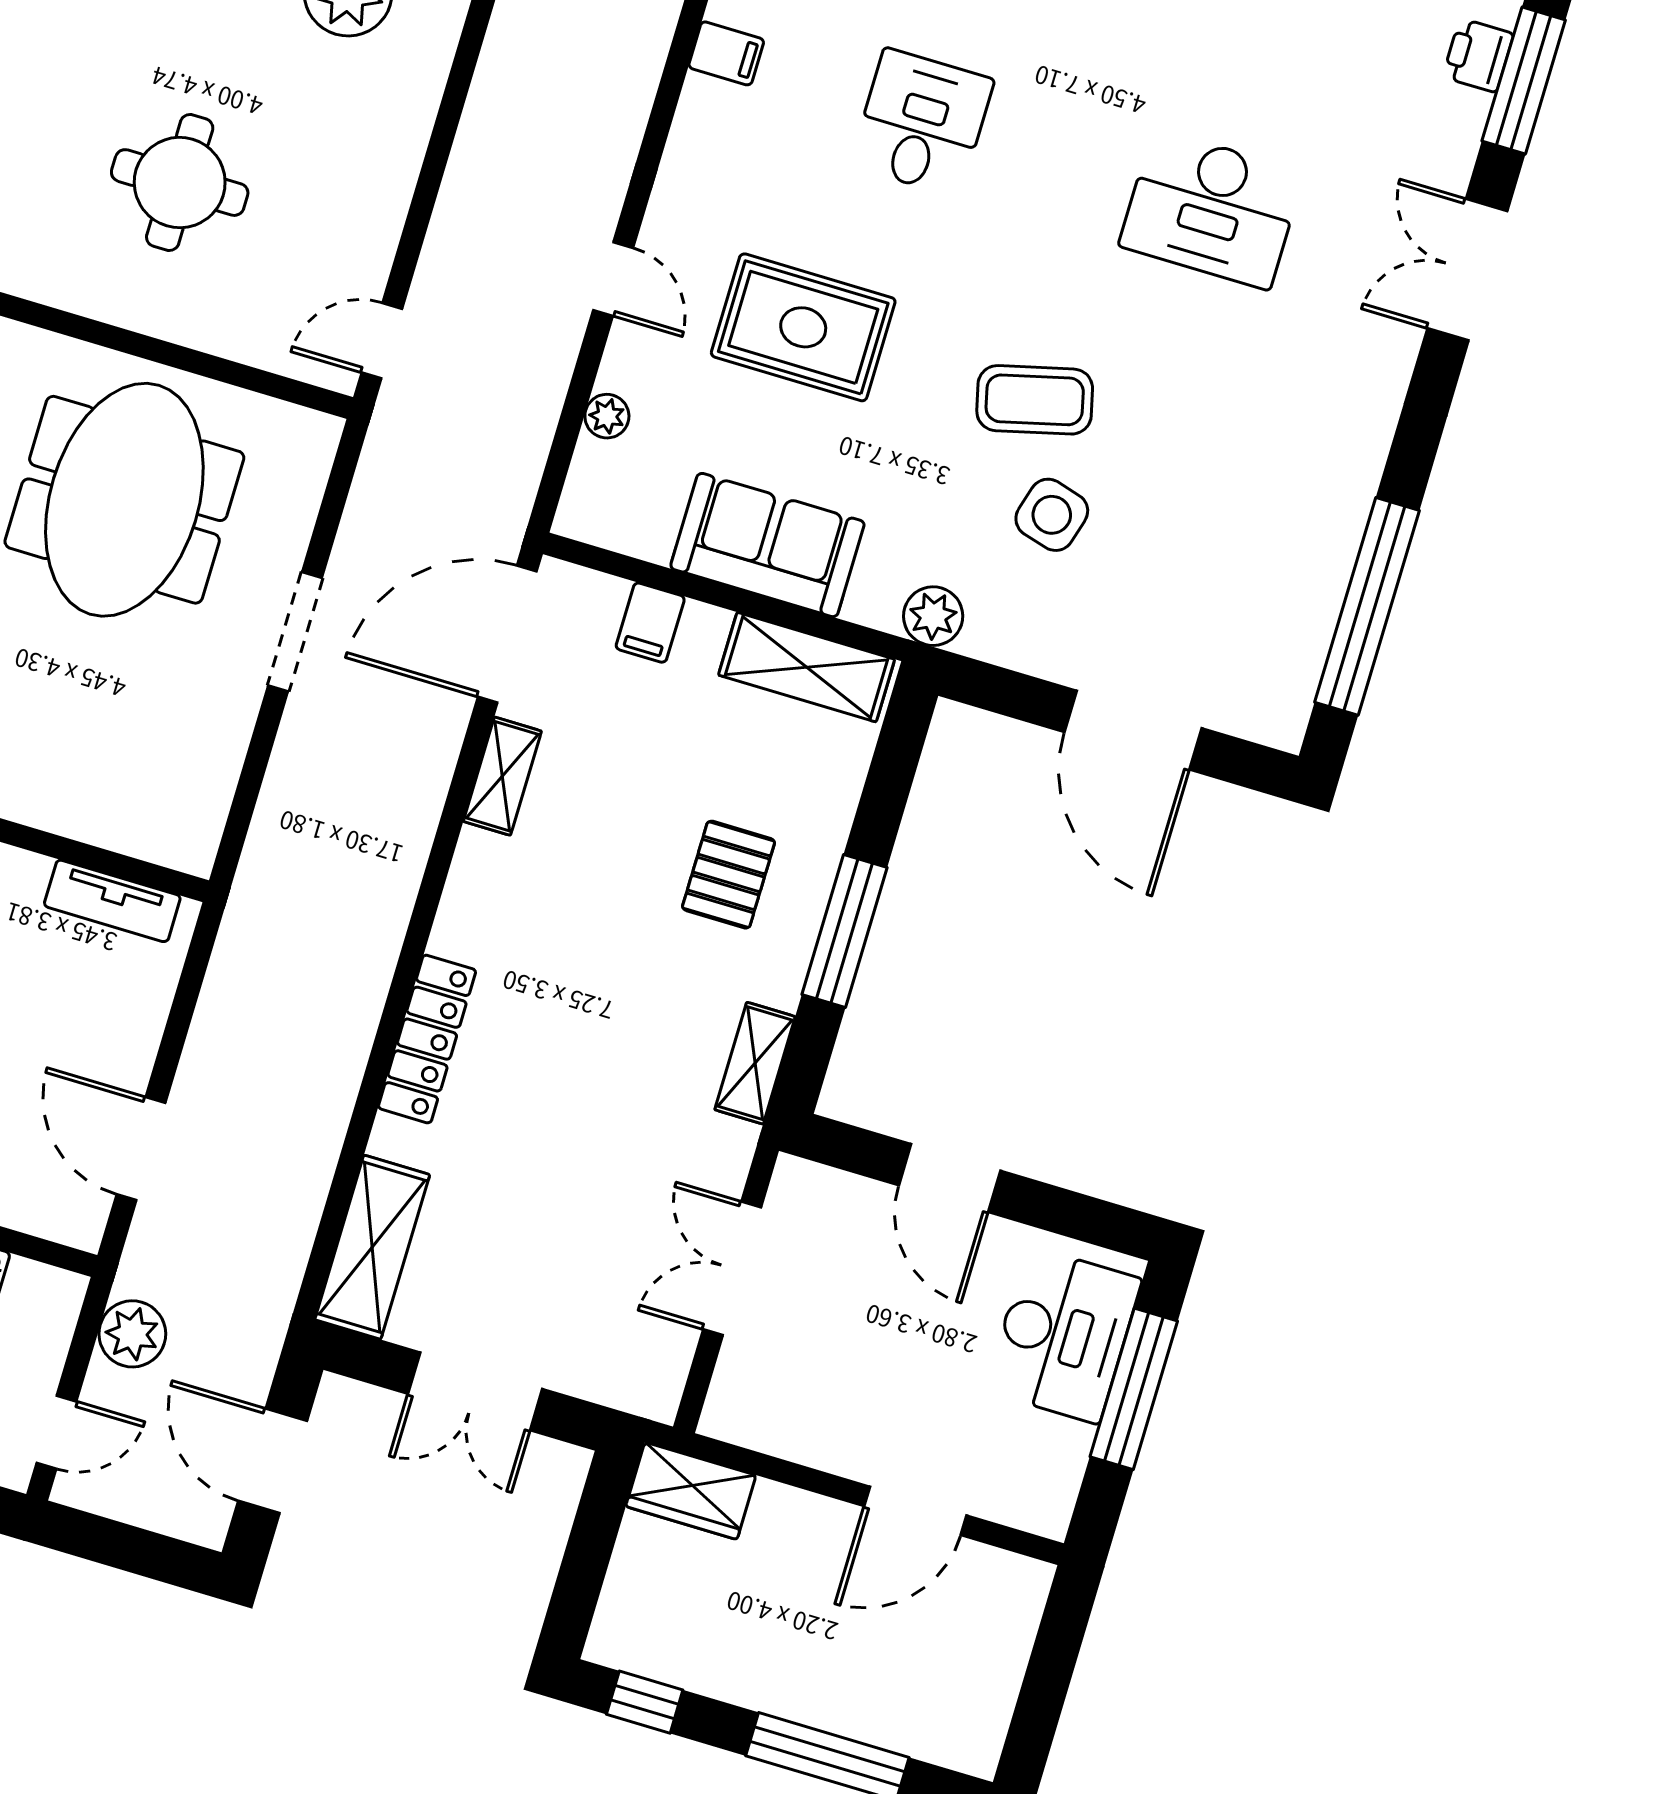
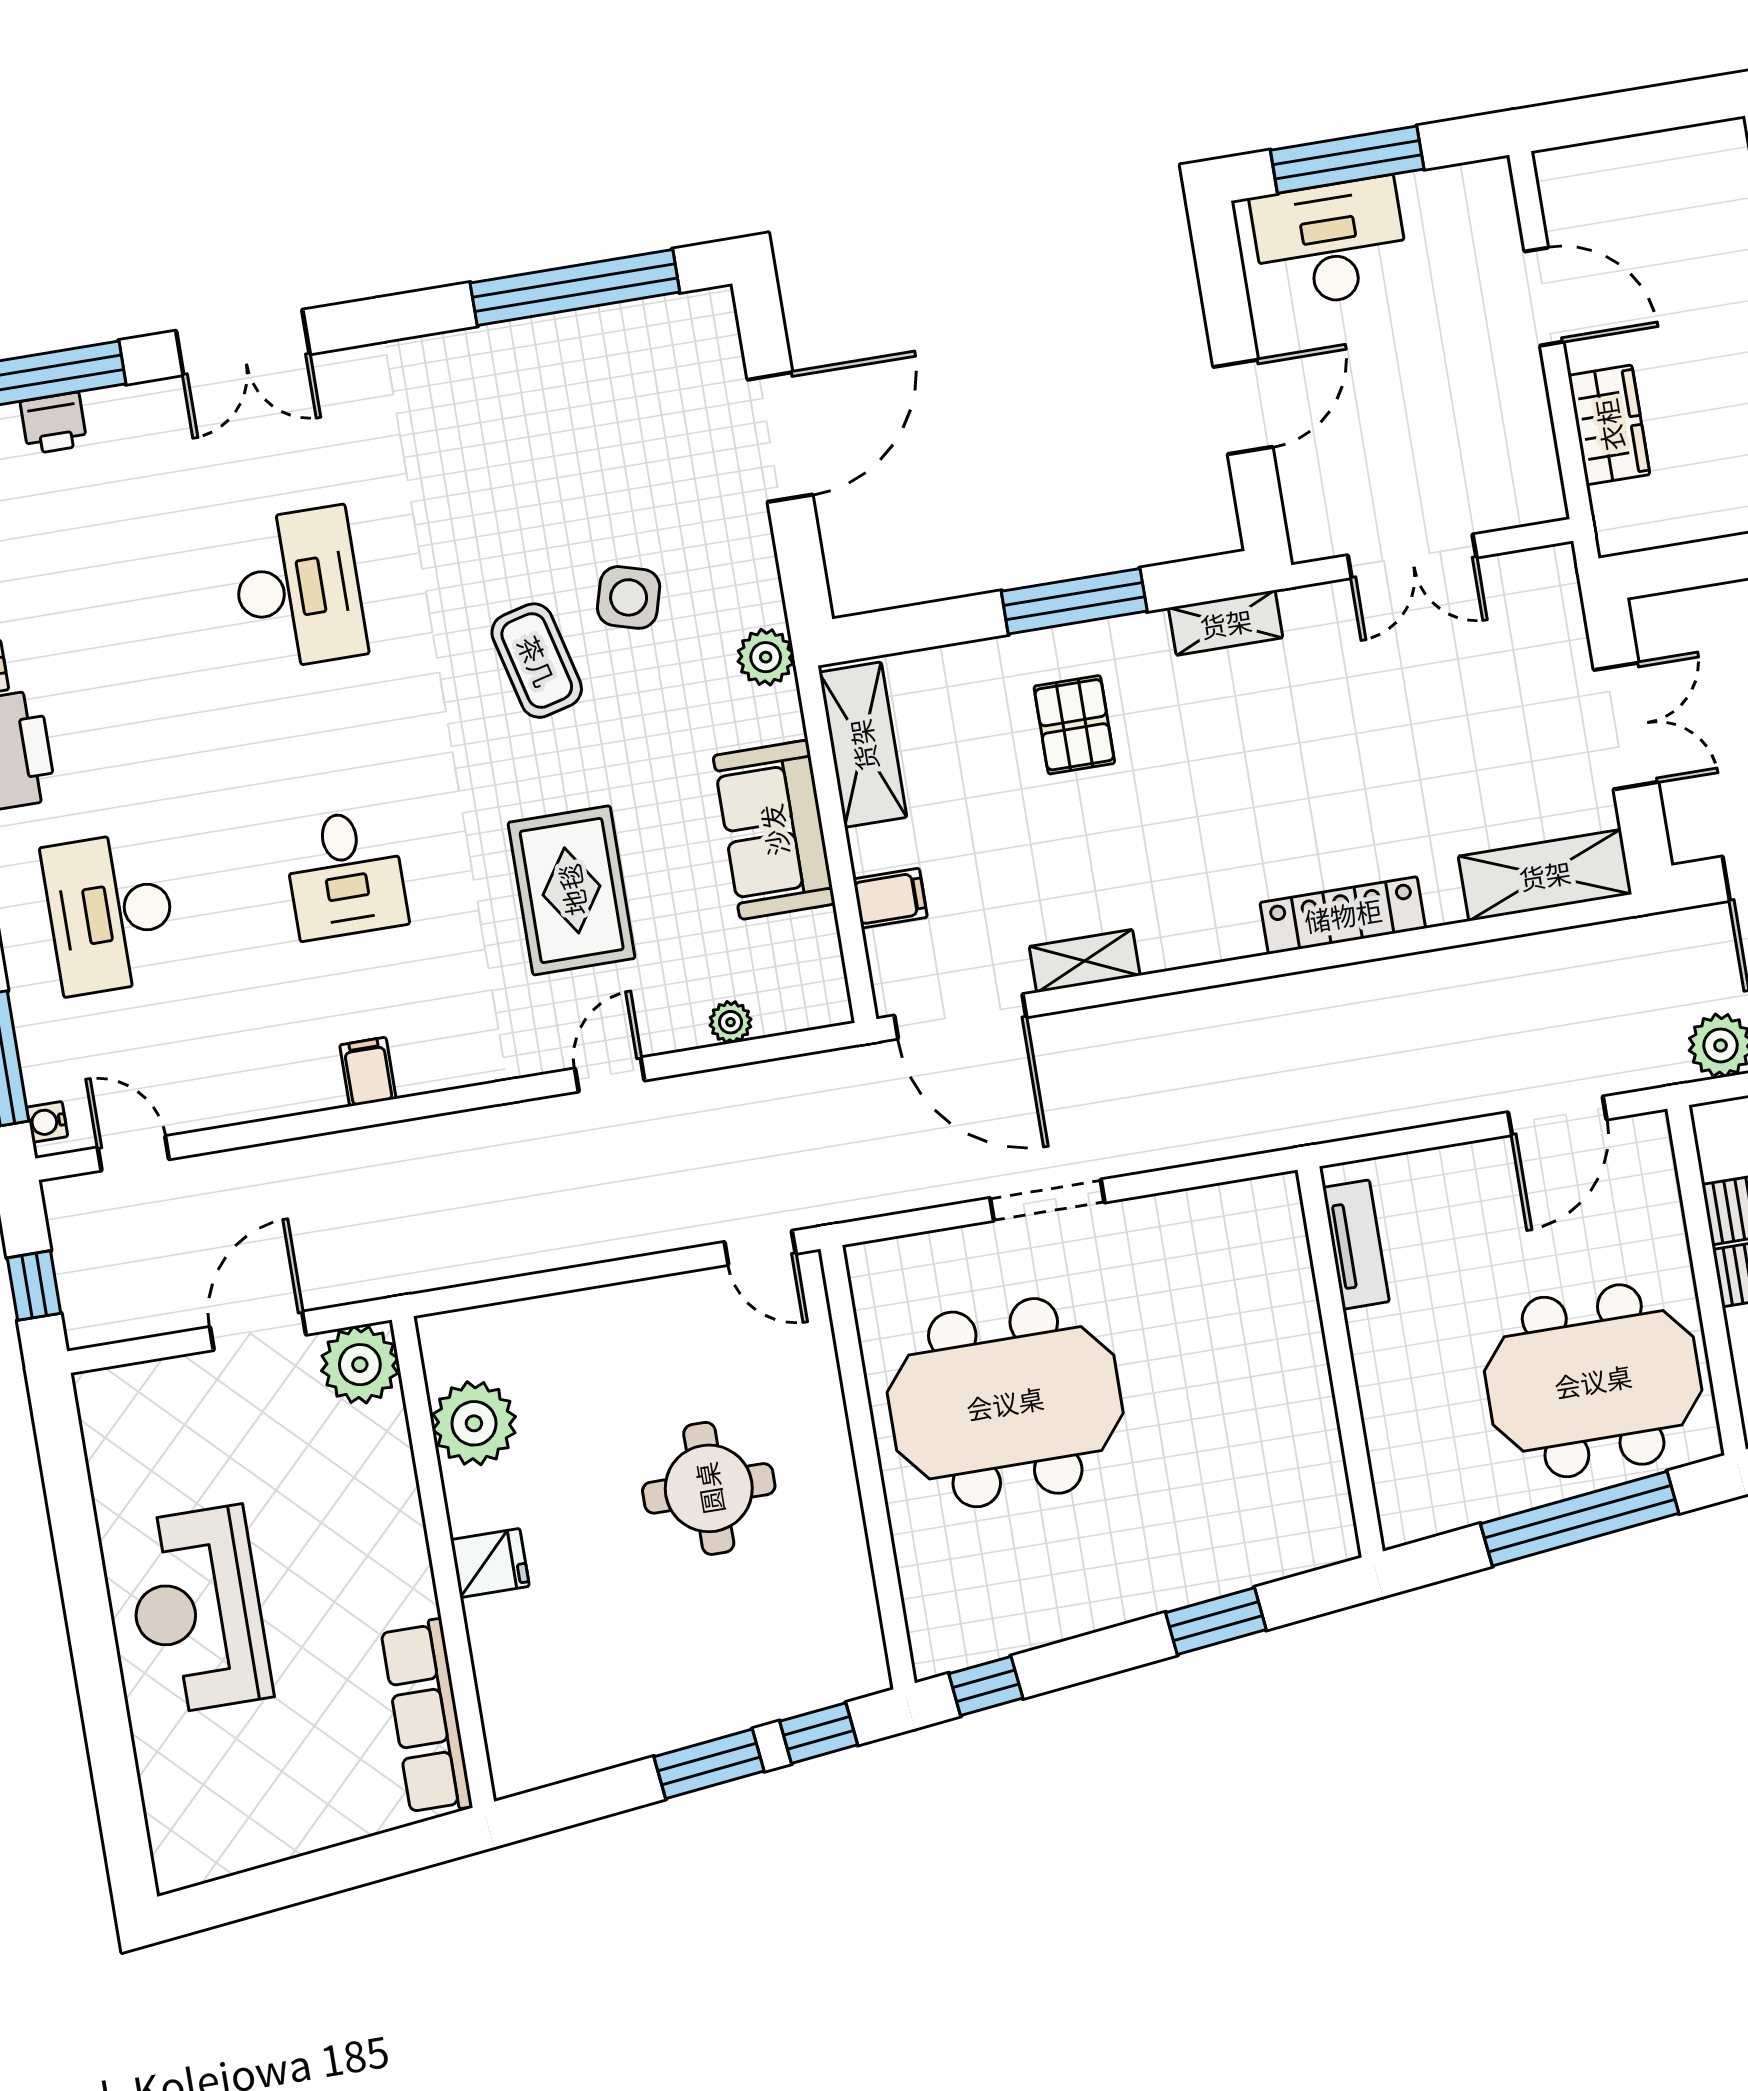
desk: (922, 123) -> (345, 874), turned -90
pallet: (729, 875) -> (1074, 725), turned 90
wardrobe: (691, 1491) -> (1609, 425), moved

